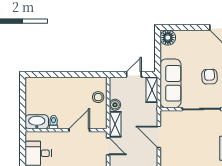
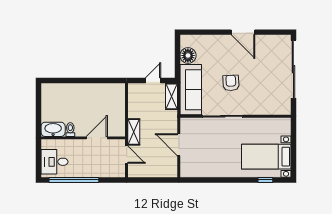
floor lamp: (168, 38) -> (188, 56), moved
stool: (98, 97) -> (116, 104), removed
boiler: (115, 105) -> (134, 112), removed

